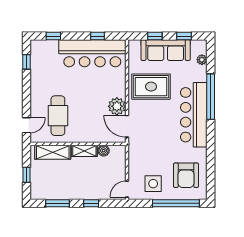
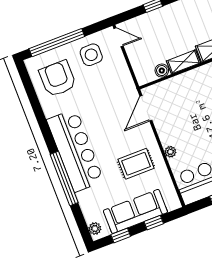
plant: (202, 60) -> (95, 229), moved
rug: (151, 87) -> (136, 164), width x0.73, depth x0.70
plant: (117, 106) -> (170, 152), moved, width x0.53, depth x0.53
door: (127, 126) -> (146, 108), swing flipped
door: (127, 189) -> (118, 37), hinge flipped

